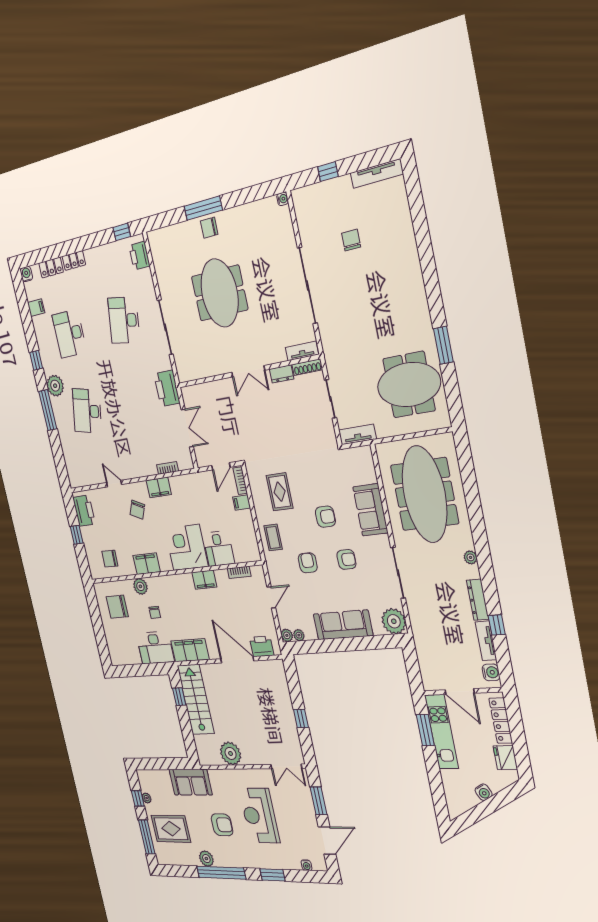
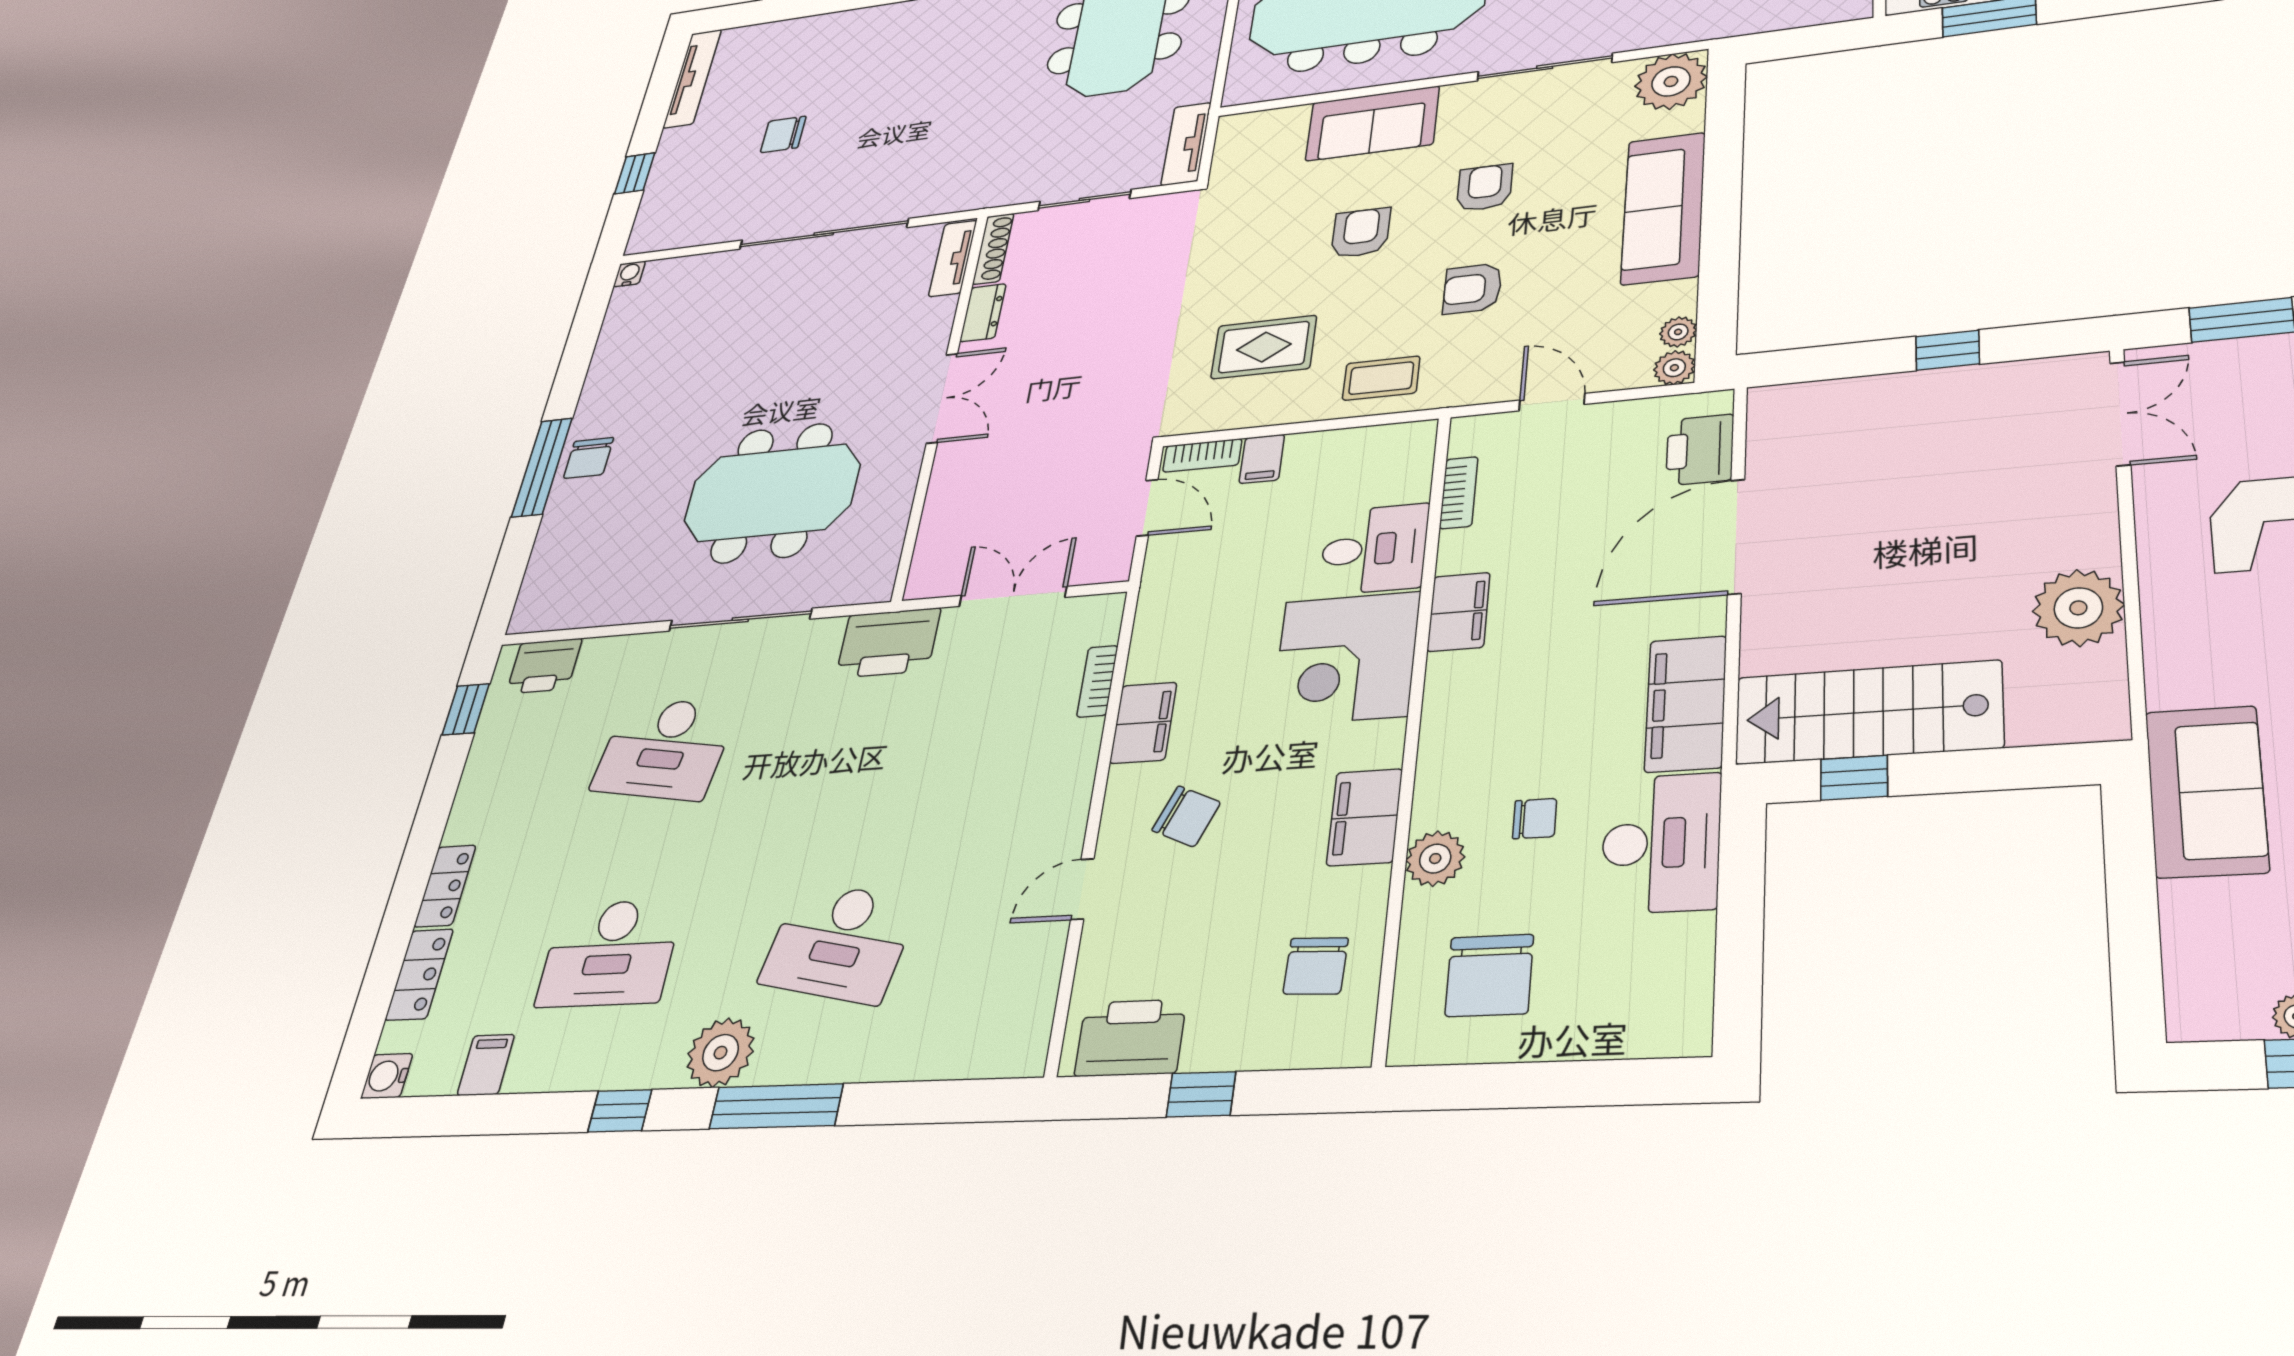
meeting table: (220, 293) -> (772, 493), moved

